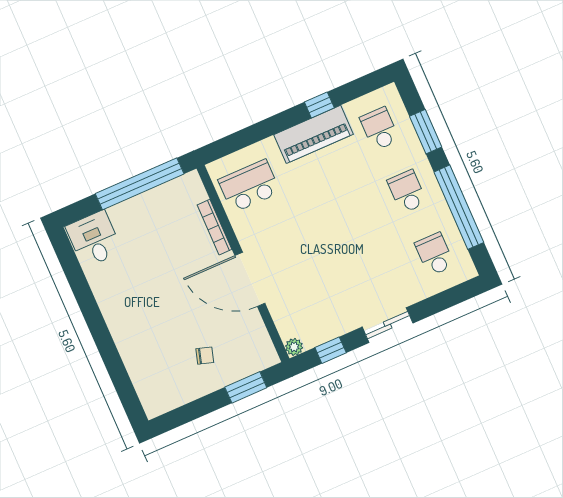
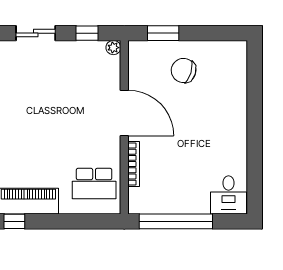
chair: (205, 356) -> (184, 71), width x1.87, depth x1.87

